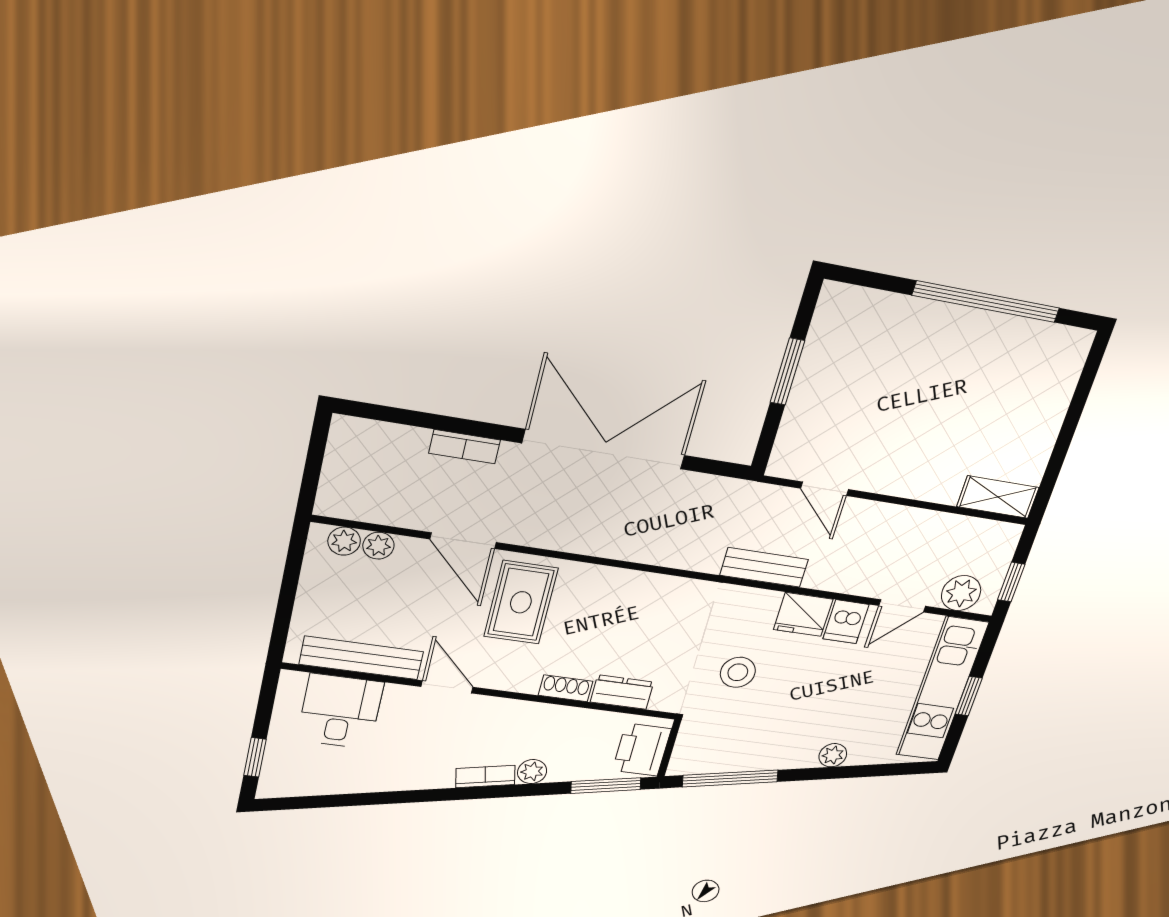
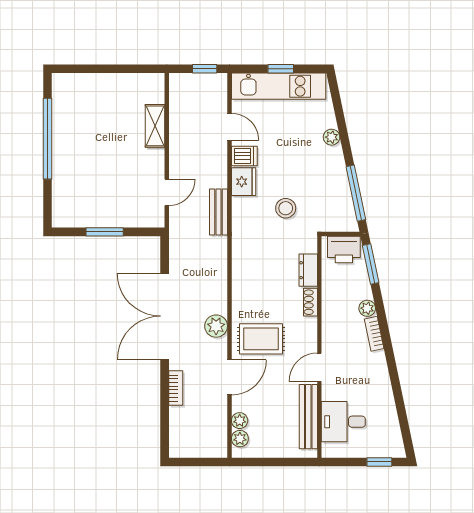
shelving: (998, 497) -> (155, 126), moved
plant: (961, 593) -> (216, 326), moved

